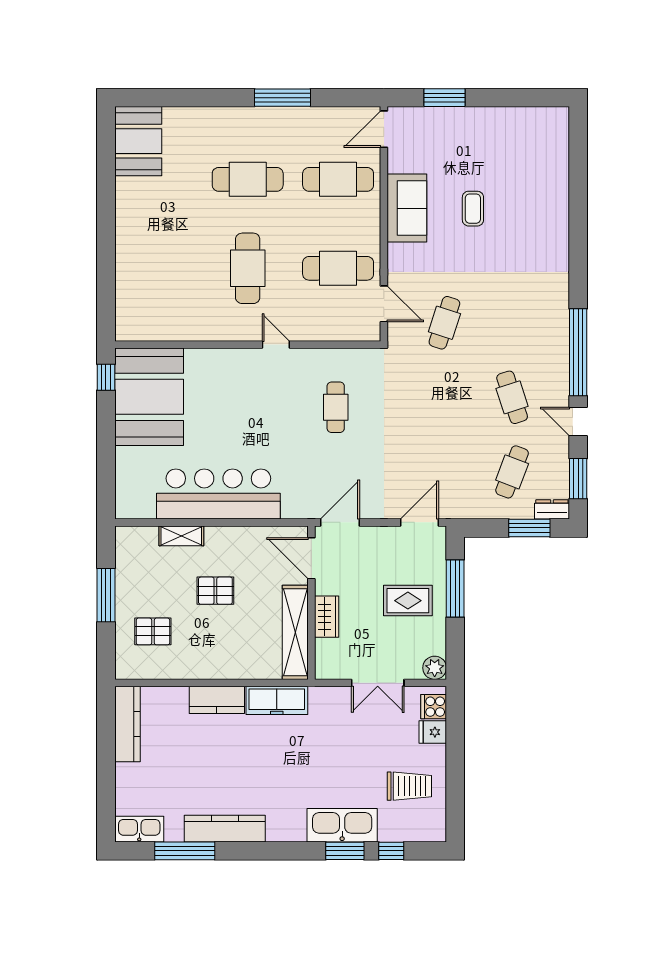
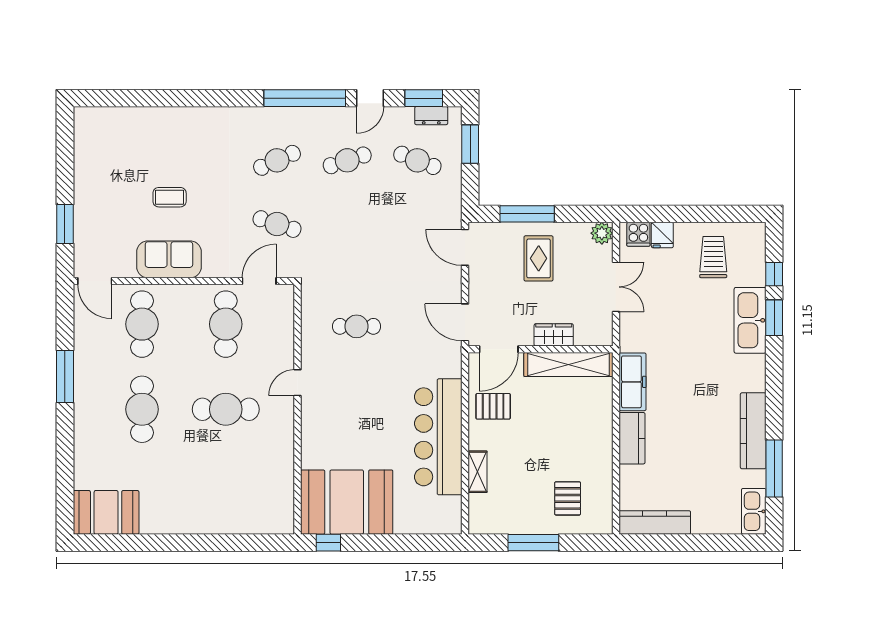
cafe table: (512, 323) -> (277, 160), added
dresser: (552, 509) -> (431, 116), moved, turned -90
pallet: (215, 591) -> (493, 406), moved, turned 90

